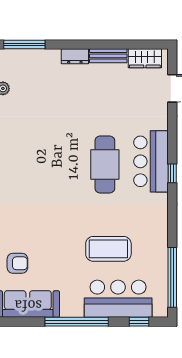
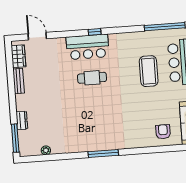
dresser: (75, 56) -> (22, 120), moved
cafe table: (105, 165) -> (92, 78), width x0.73, depth x0.74

